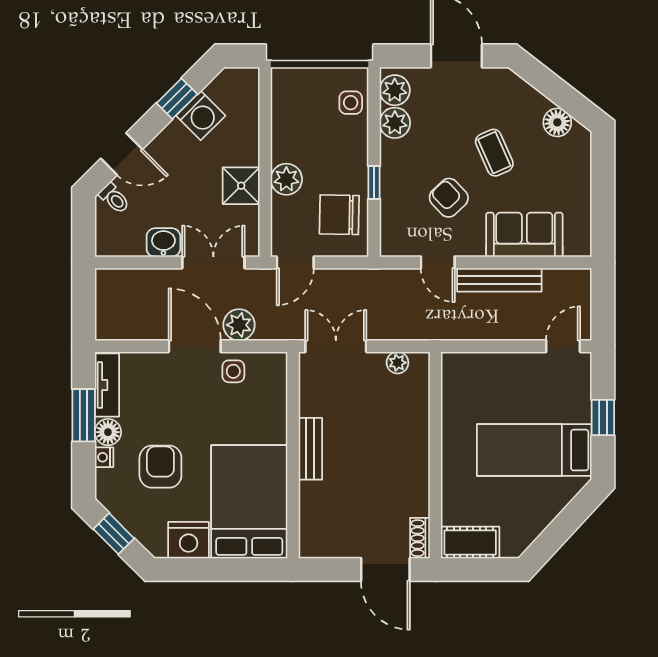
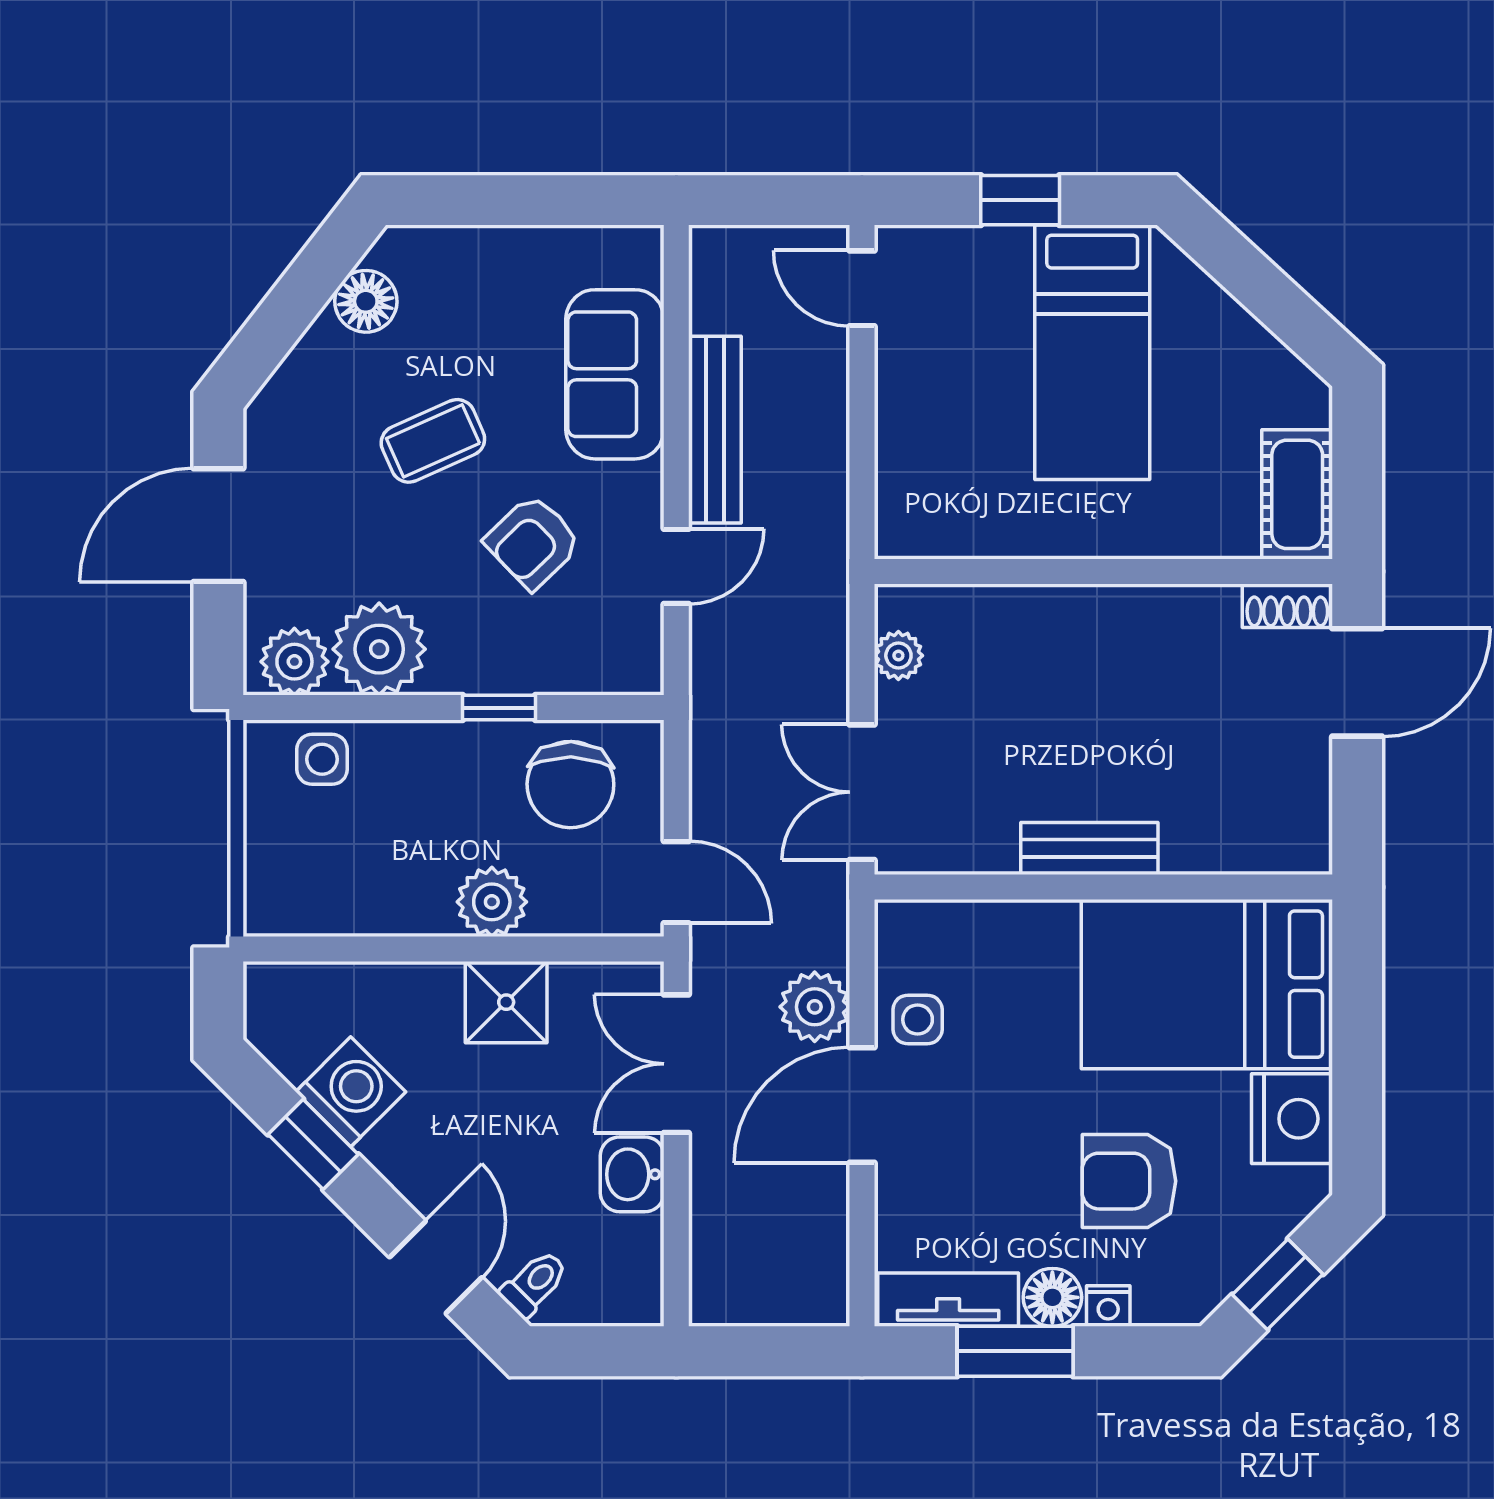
plant: (395, 123) -> (379, 649), width x1.36, depth x1.36

